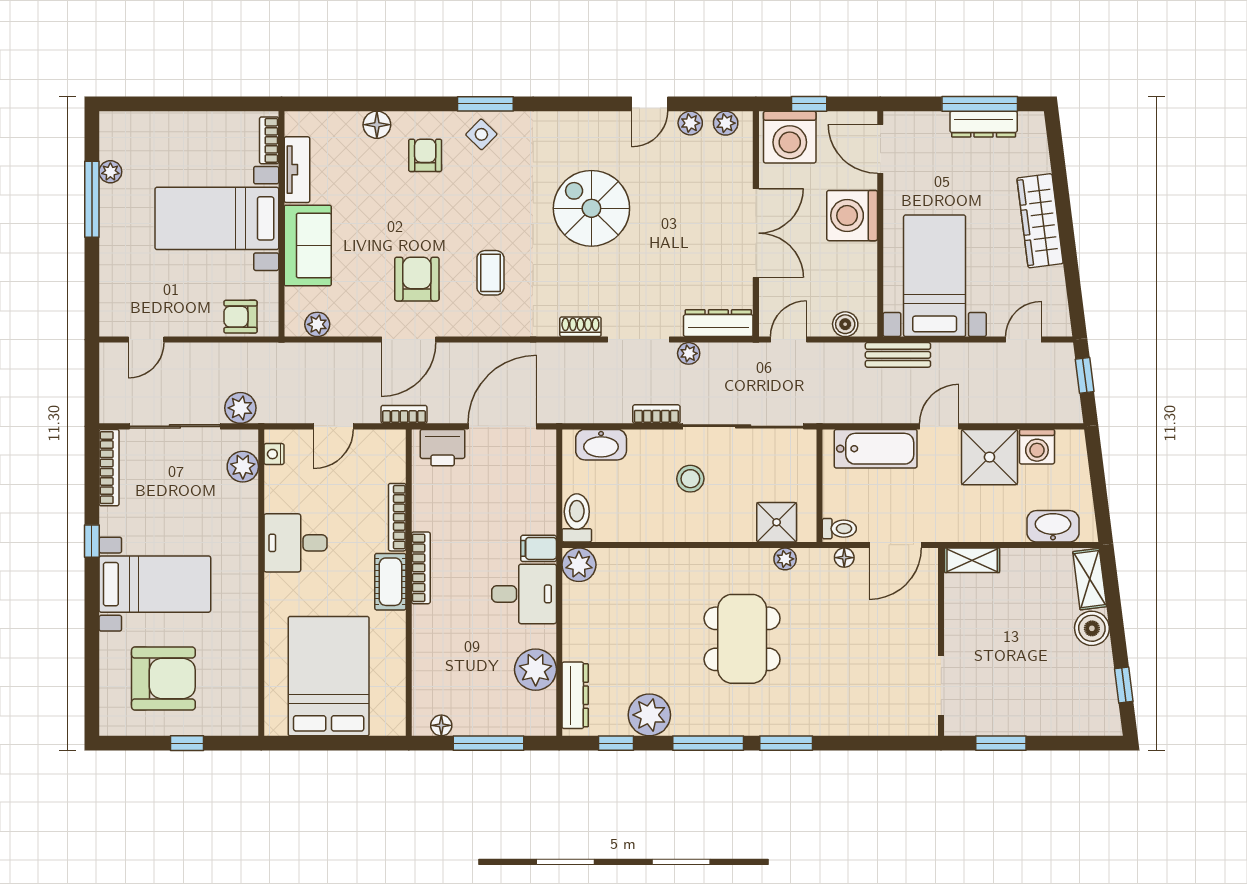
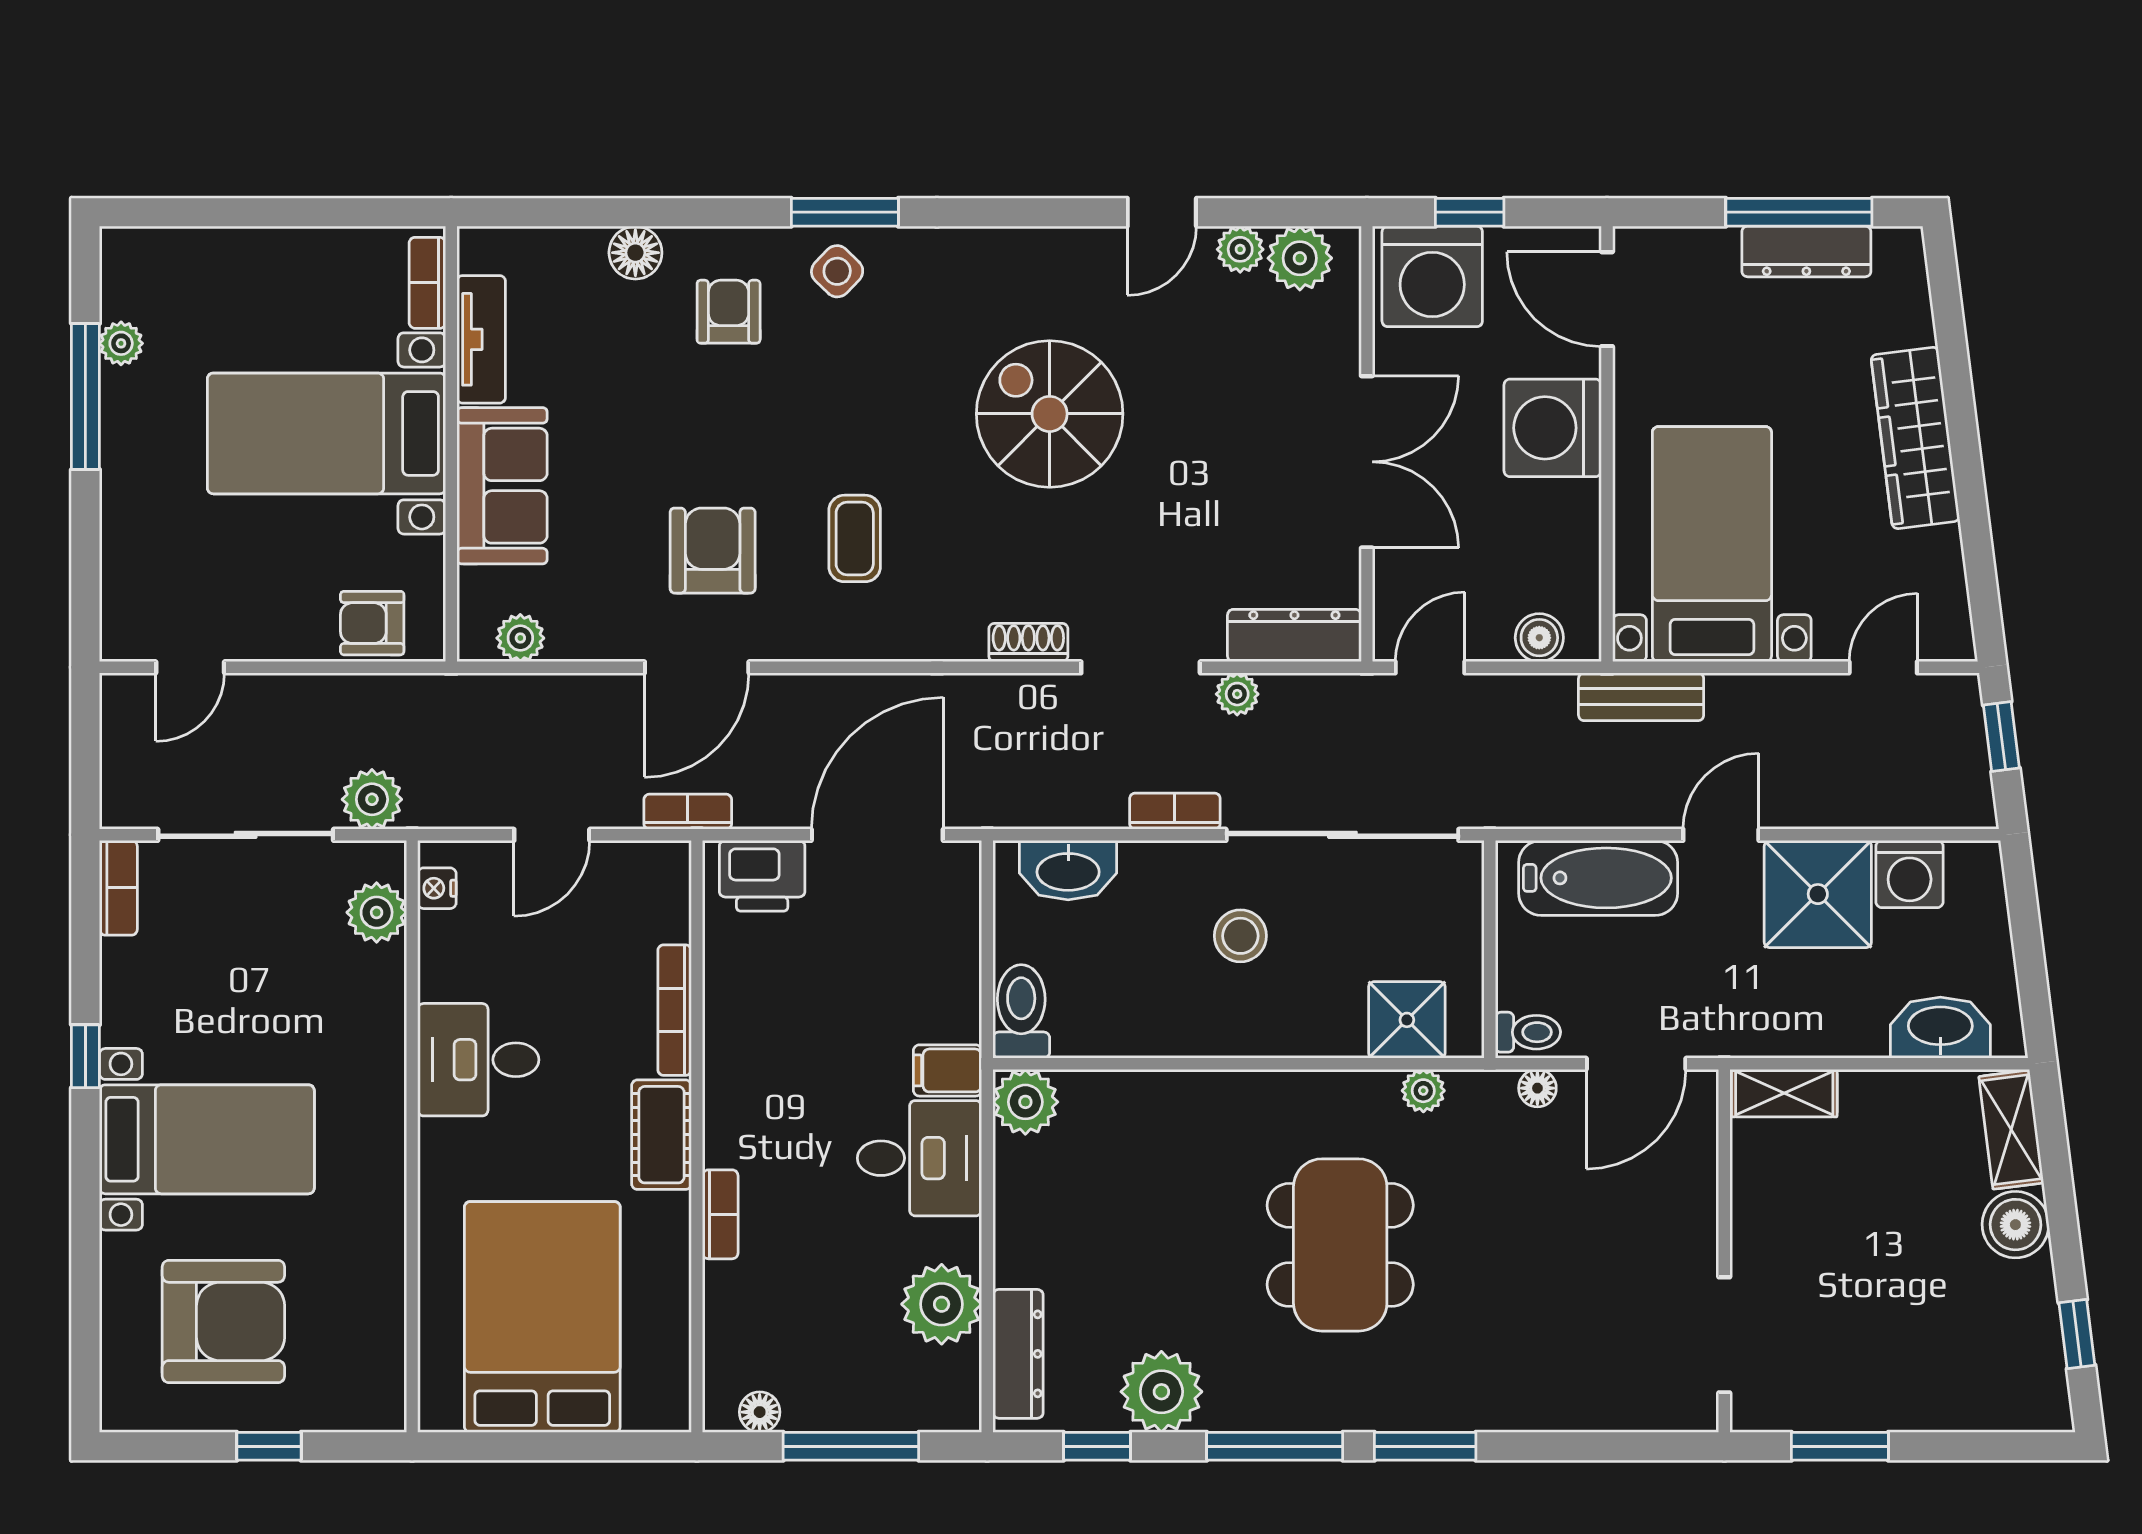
plant: (726, 123) -> (1300, 258), width x1.38, depth x1.38
bookcase: (109, 468) -> (118, 888), width x0.64
bookcase: (421, 568) -> (720, 1214), moved, width x0.64

